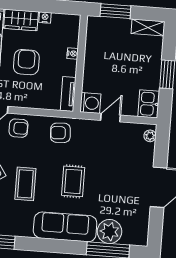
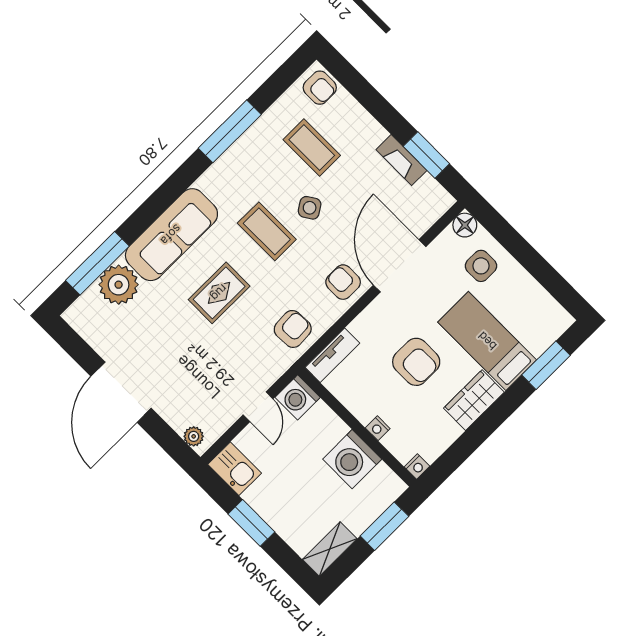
nightstand: (45, 18) -> (417, 467), moved
washing machine: (97, 53) -> (352, 459), added
tv unit: (68, 94) -> (332, 355), moved, turned 90
armchair: (18, 128) -> (343, 282), turned 90
rug: (73, 181) -> (219, 293), turned 90

